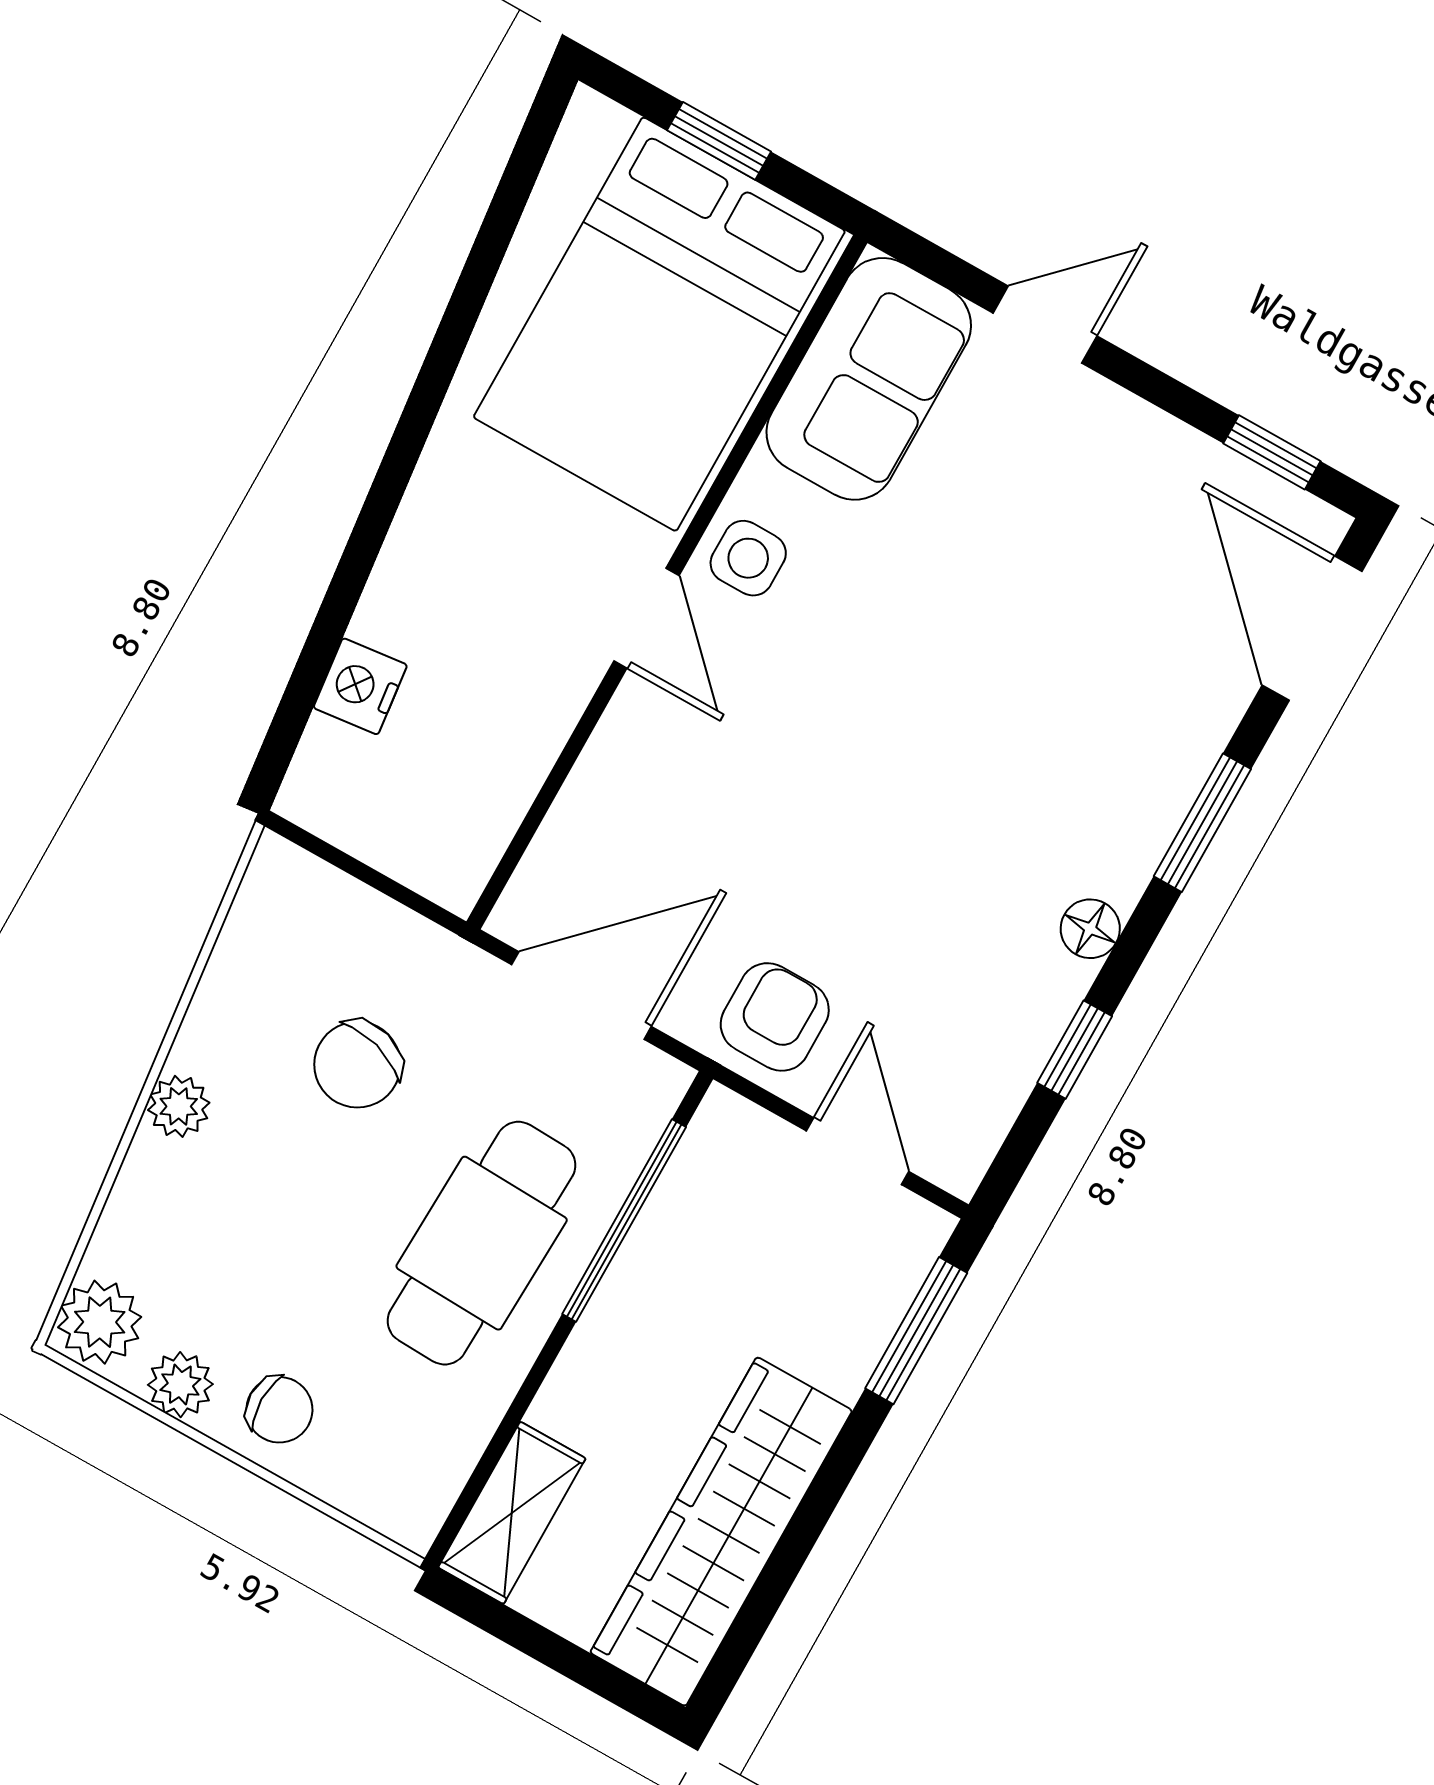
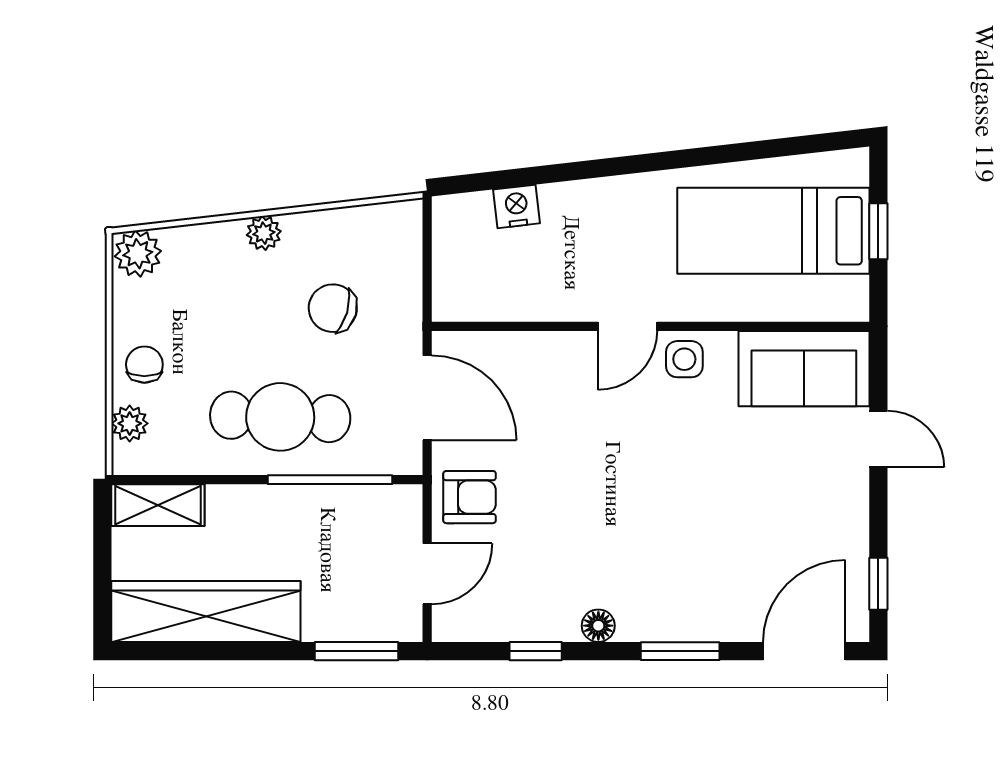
bed: (659, 324) -> (773, 231), width x0.67
plant: (180, 1385) -> (130, 423), moved
chair: (279, 1410) -> (144, 365), turned 180

